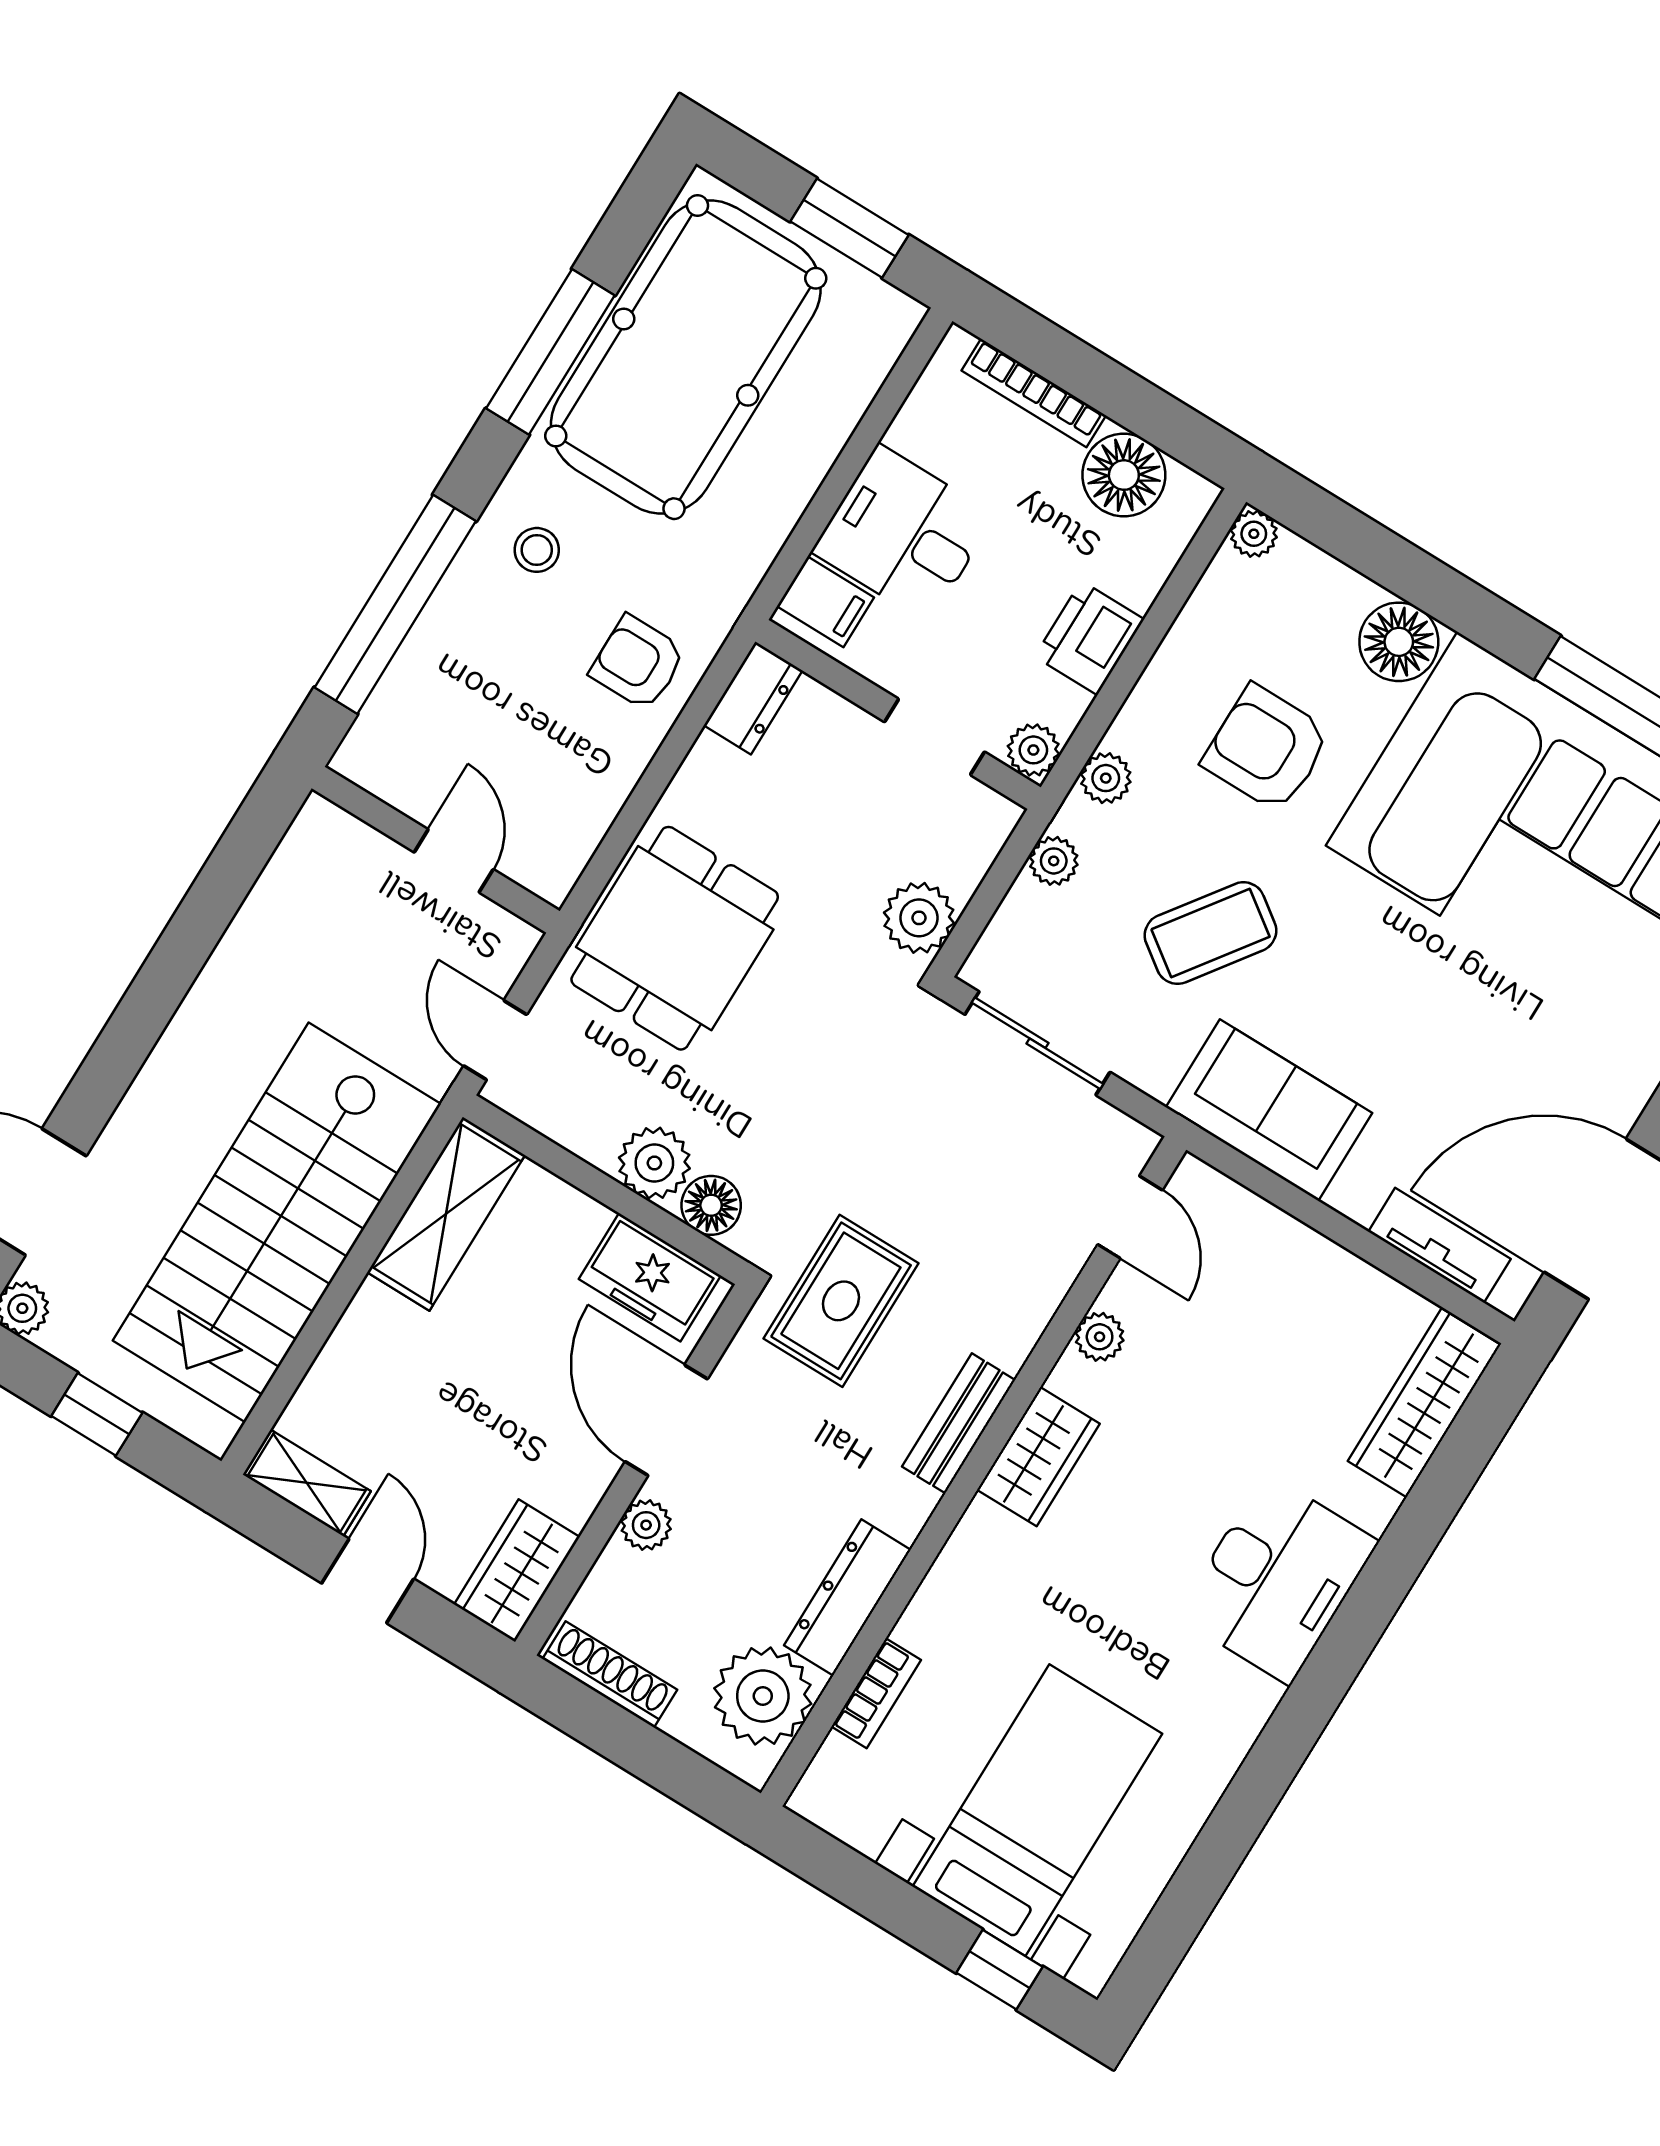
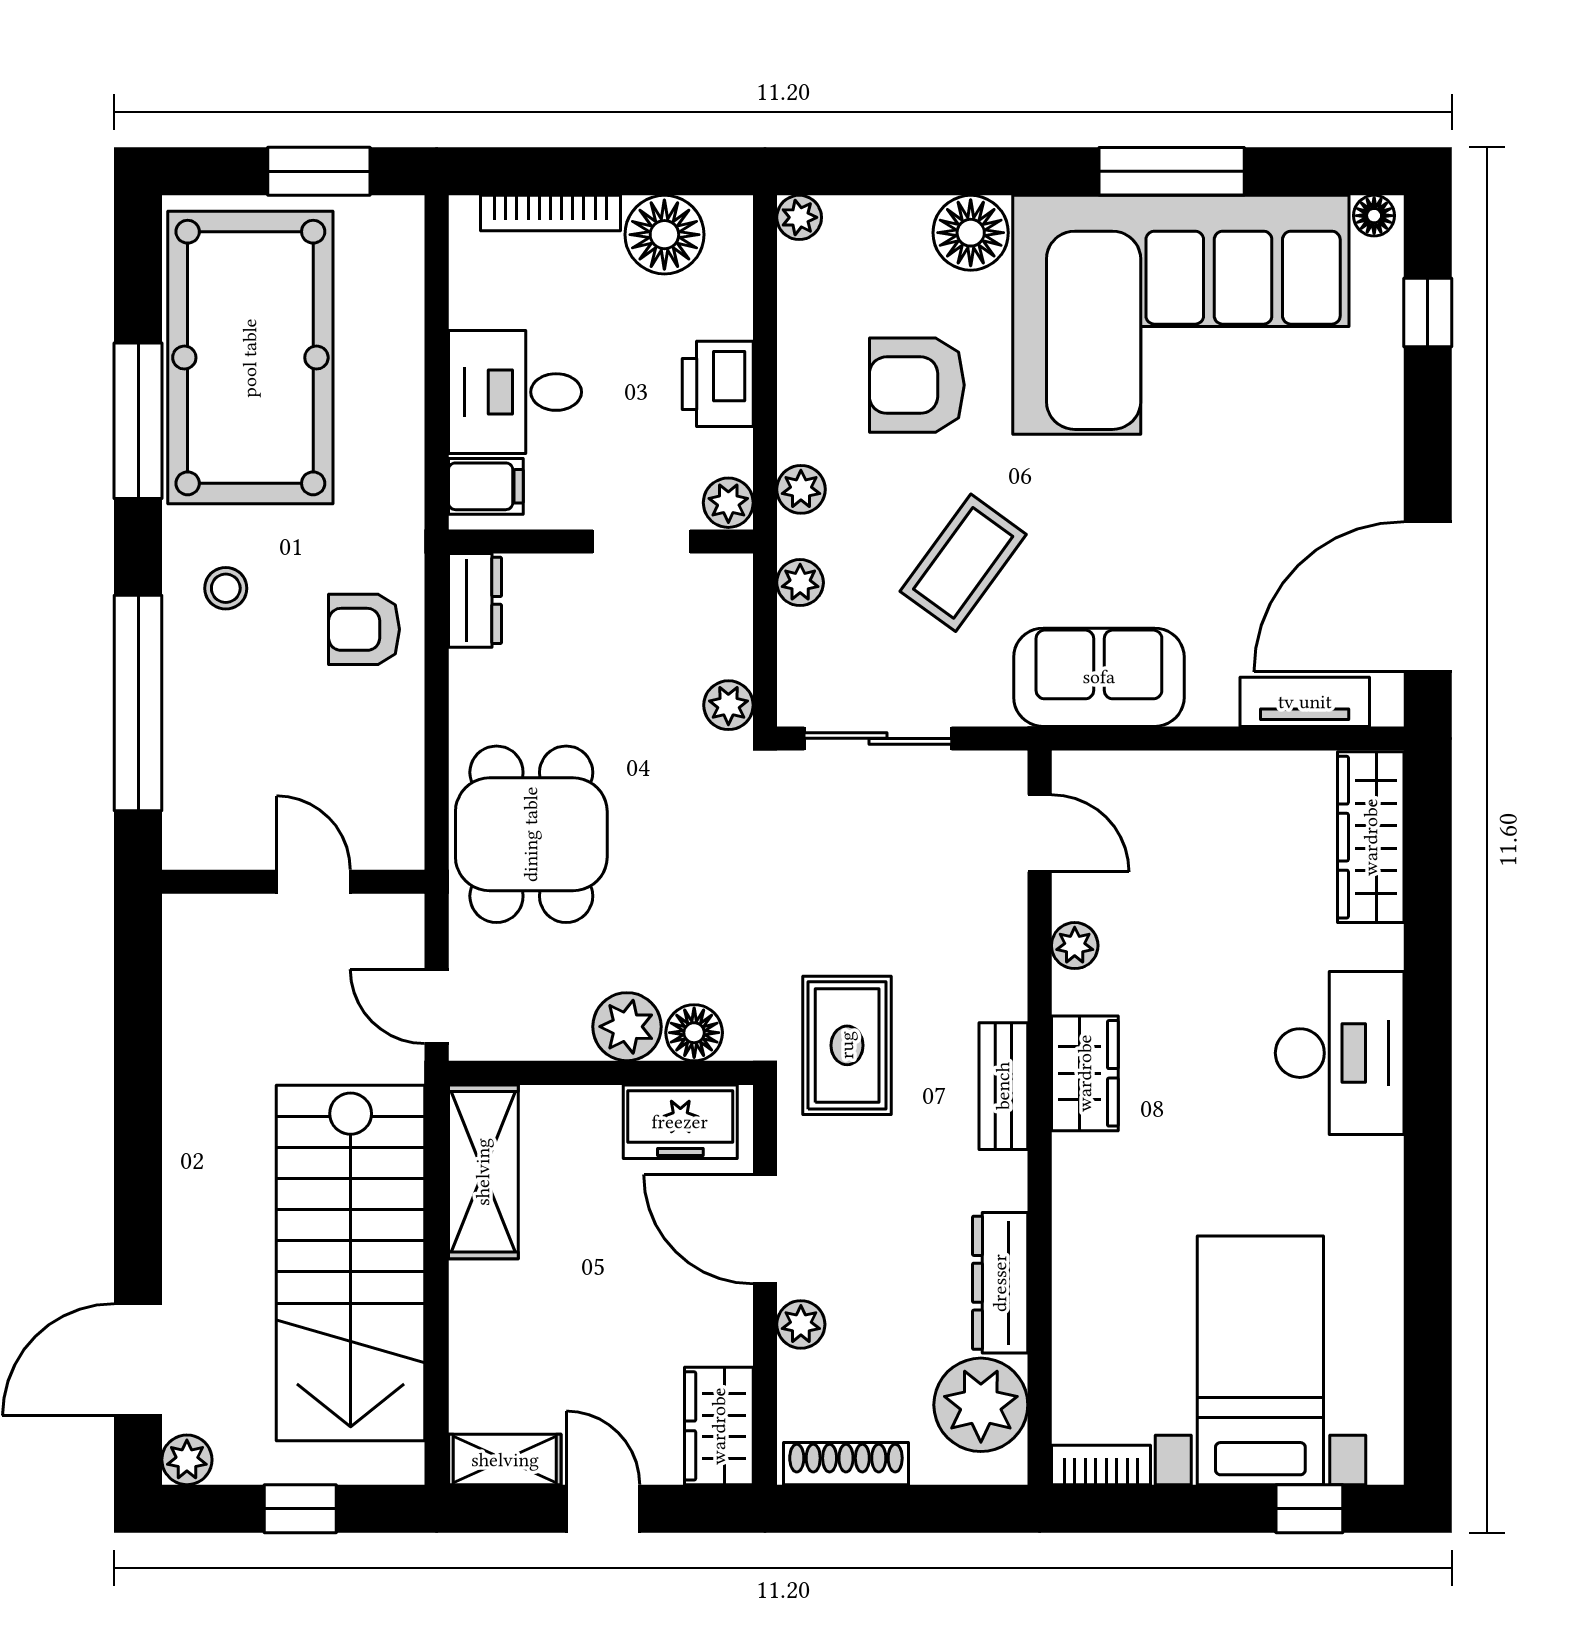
plant: (919, 918) -> (728, 705), width x0.73, depth x0.73
bookcase: (876, 1693) -> (1101, 1465), moved, turned -90

